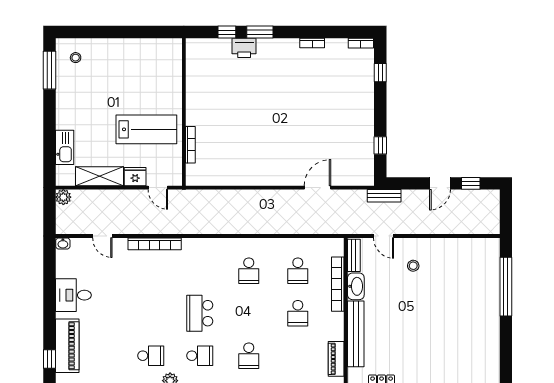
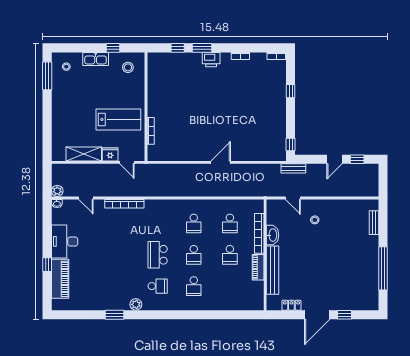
window: (139, 32) -> (113, 48), added
printer: (244, 48) -> (211, 60), moved
stool: (159, 59) -> (128, 67), added
window: (380, 73) -> (291, 91), moved
window: (380, 145) -> (291, 144), moved
kitchen sink: (65, 147) -> (96, 59), moved, turned 90
door: (317, 188) -> (221, 162), moved
plant: (63, 197) -> (57, 191), moved
bench: (354, 255) -> (374, 223), moved
window: (506, 287) -> (383, 268), moved
desk: (73, 295) -> (65, 241), width x1.37
school desk: (151, 356) -> (194, 255), moved, turned 90
window: (50, 359) -> (47, 265), moved
piano: (336, 359) -> (258, 267), moved

